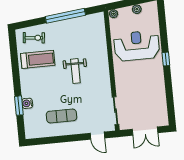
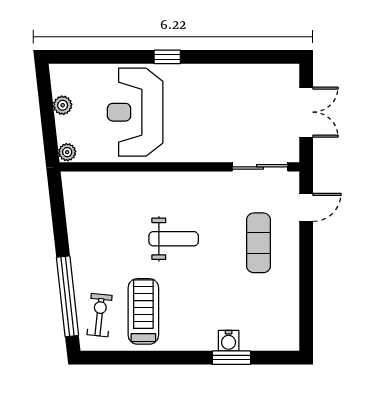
window: (65, 16) -> (68, 296), moved
exercise mat: (61, 116) -> (259, 243), moved

